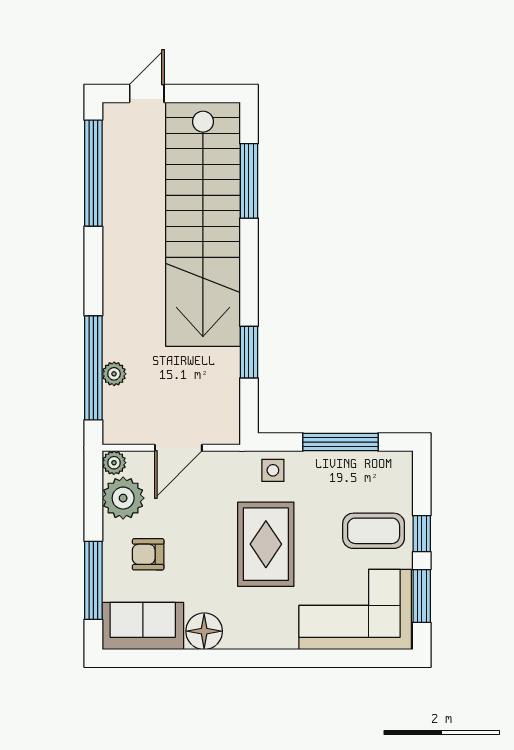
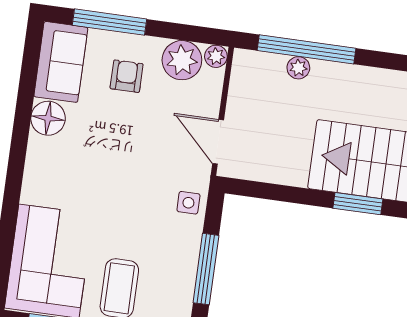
window: (249, 352) -> (358, 204), moved
door: (178, 448) -> (218, 142), moved
rug: (266, 544) -> (121, 187), removed

